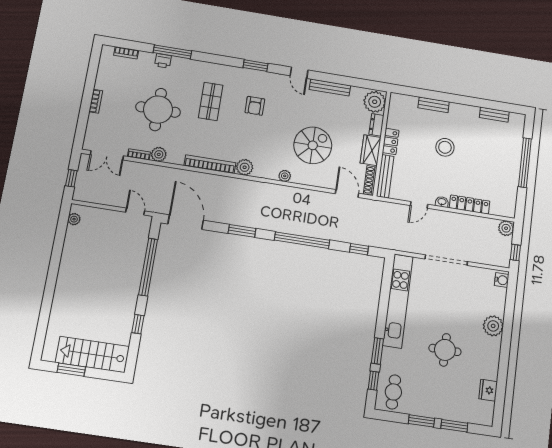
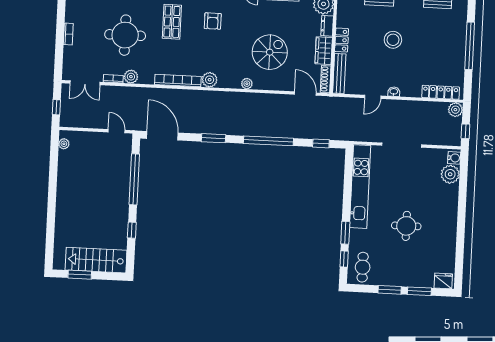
locker: (470, 205) -> (441, 92), moved
plant: (493, 326) -> (450, 174), moved
fridge: (488, 390) -> (443, 281), moved, turned 90

